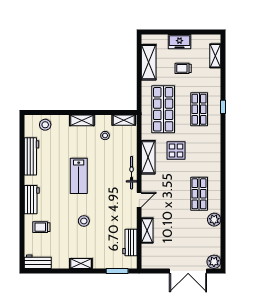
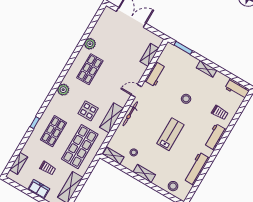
shelving: (147, 231) -> (149, 55), moved
workbench: (130, 243) -> (155, 74), moved
plant: (214, 262) -> (63, 90), moved

